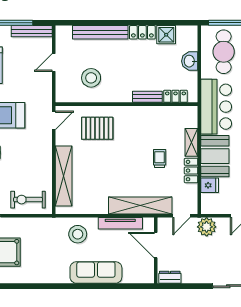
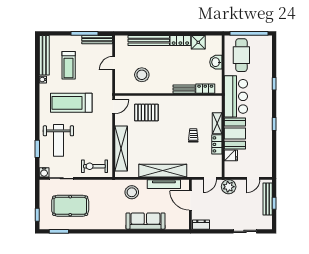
shelving: (140, 205) -> (163, 171), moved

